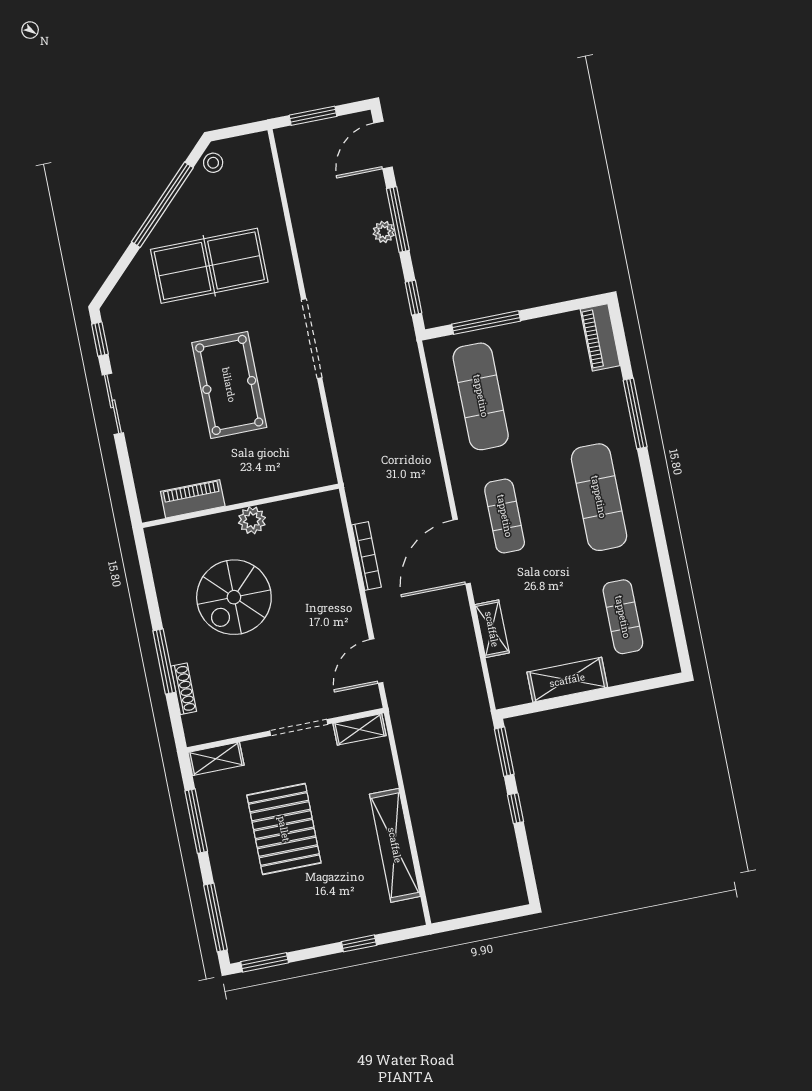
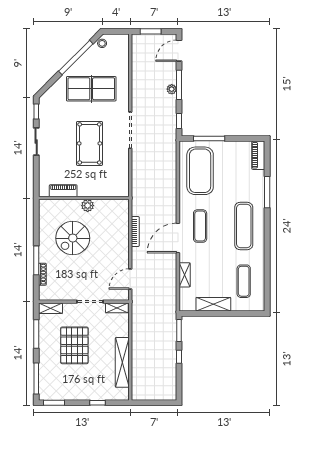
exercise mat: (481, 396) -> (200, 171), width x1.47

